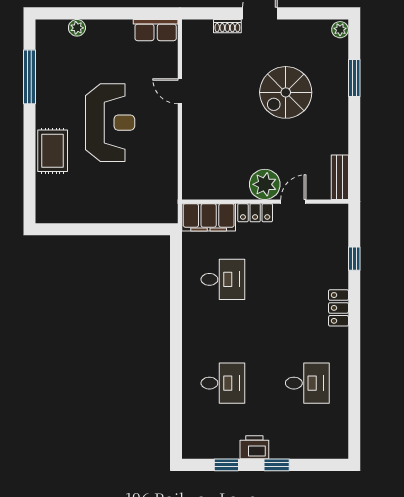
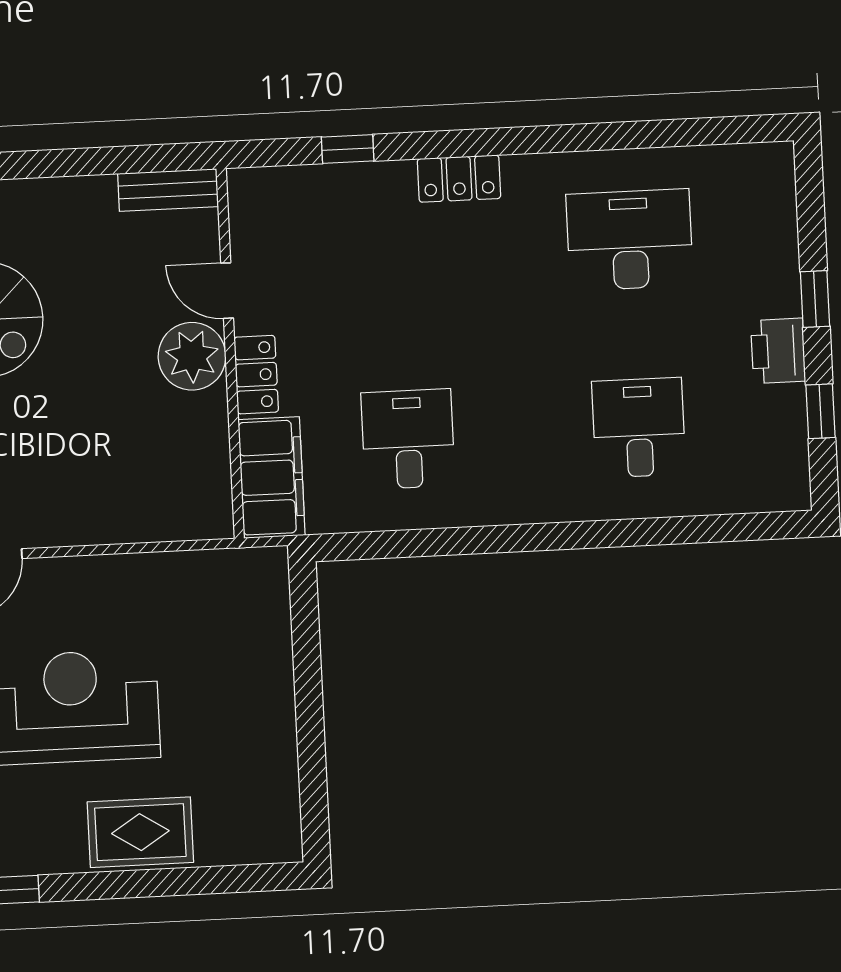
desk: (307, 383) -> (630, 240), width x1.37

